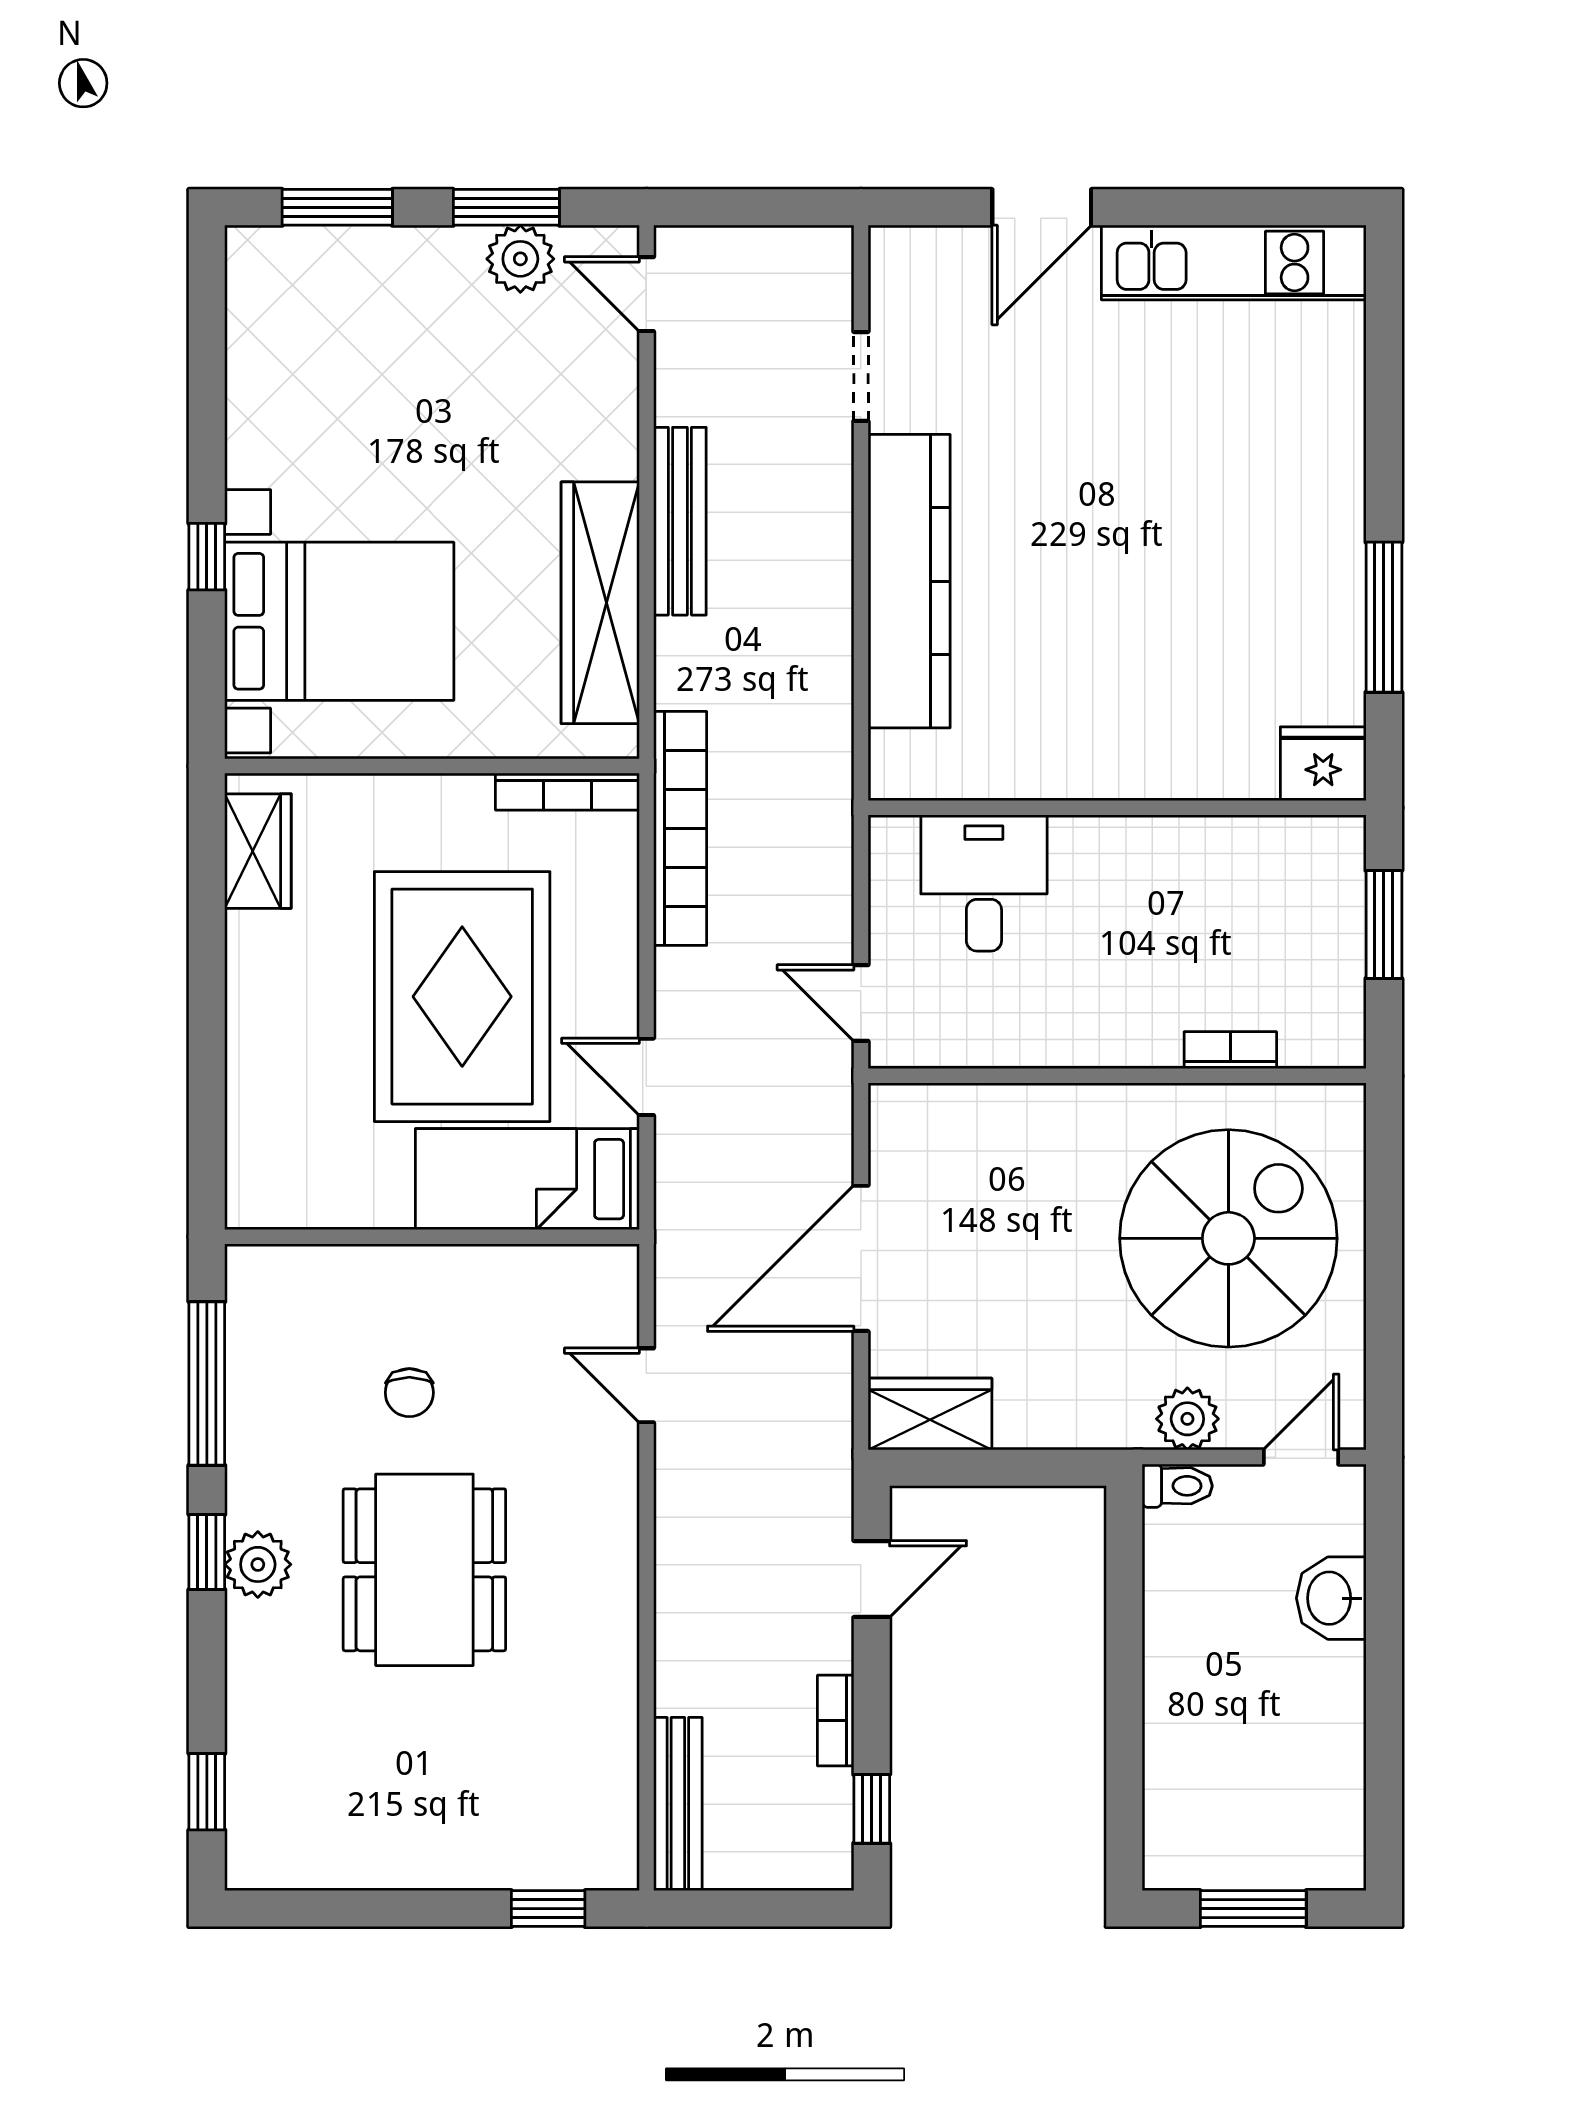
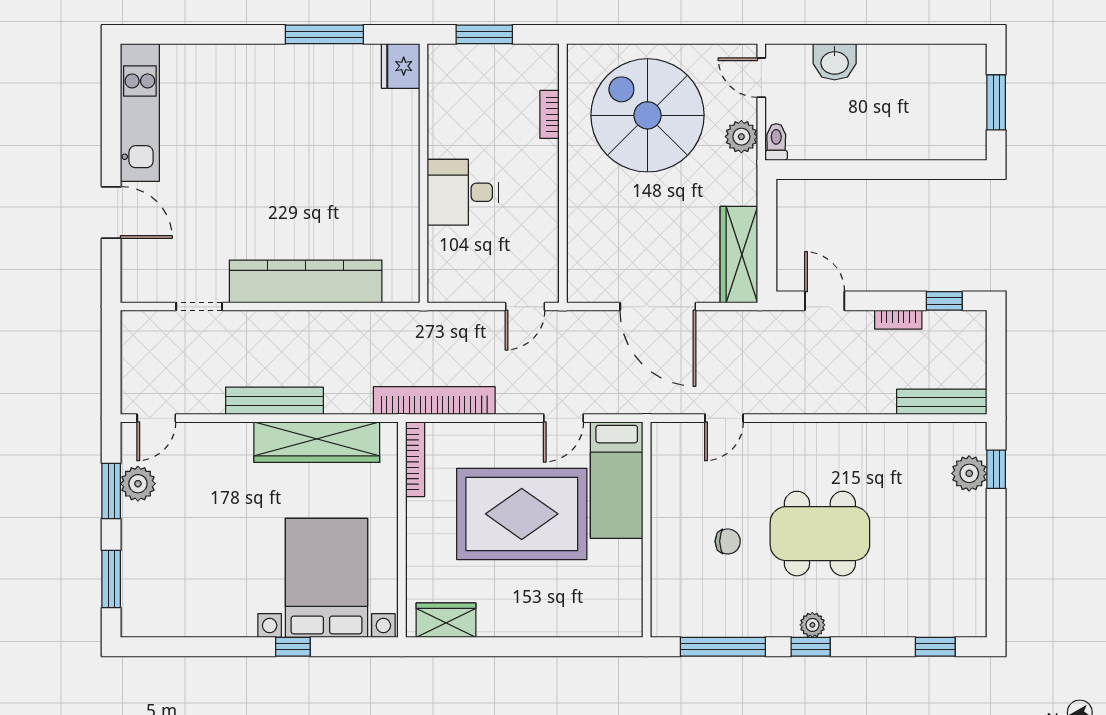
desk: (984, 883) -> (463, 192), moved
wardrobe: (930, 1414) -> (739, 255), width x1.50
plant: (258, 1564) -> (812, 625), width x0.73, depth x0.73
plant: (540, 1857) -> (969, 473), added

